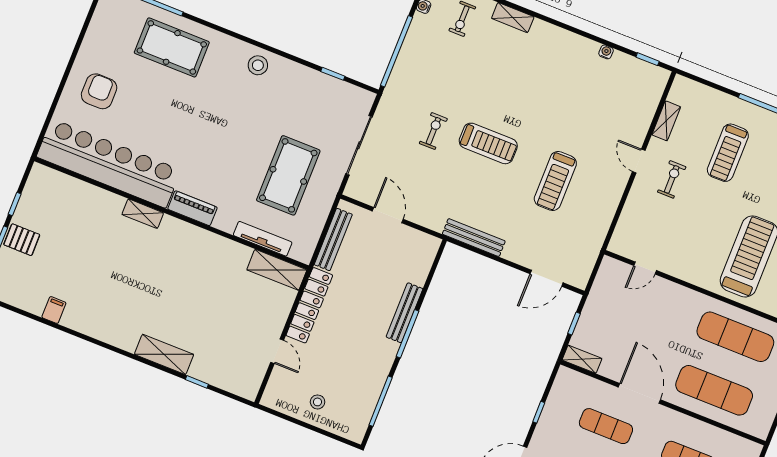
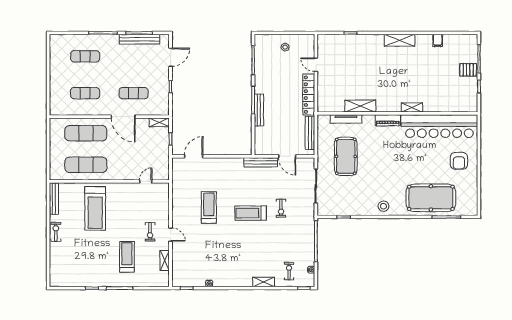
pool table: (172, 47) -> (431, 198), width x1.36, depth x1.32
bench: (474, 238) -> (261, 162), moved
shelving: (277, 270) -> (360, 106), moved
shelving: (164, 354) -> (400, 40), moved

